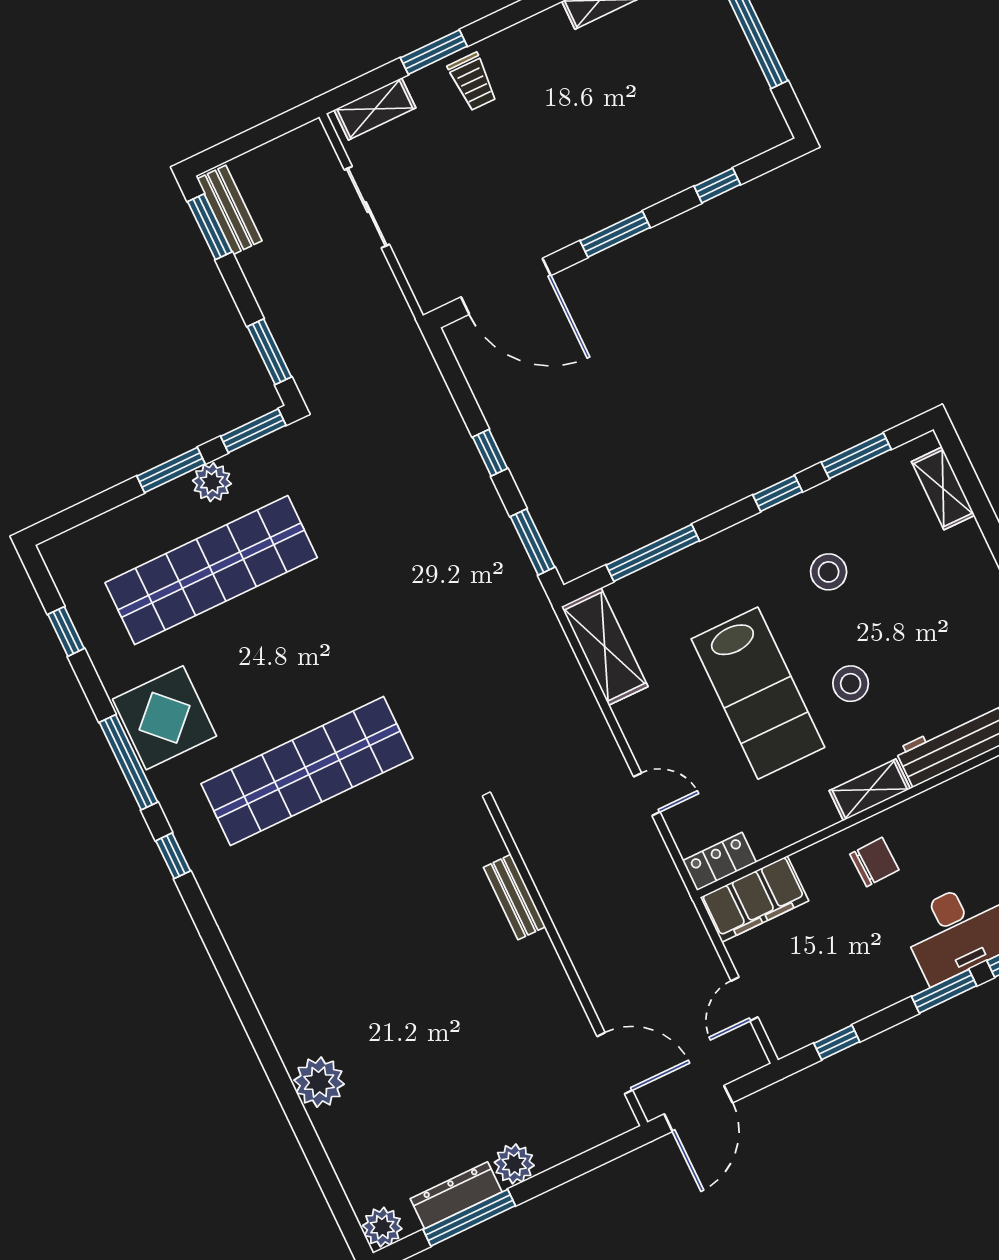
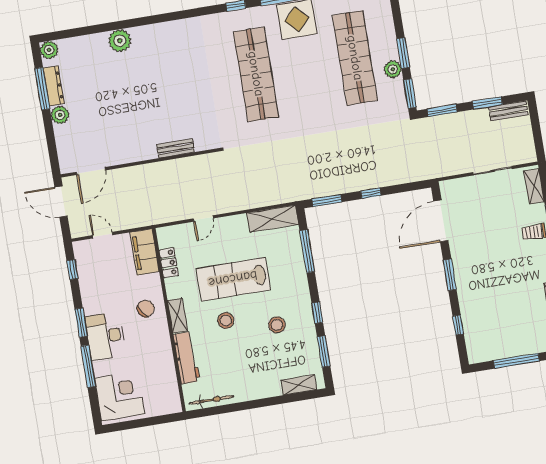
window: (210, 227) -> (487, 103), moved
locker: (719, 861) -> (169, 263), moved
chair: (874, 862) -> (146, 309), turned -121

